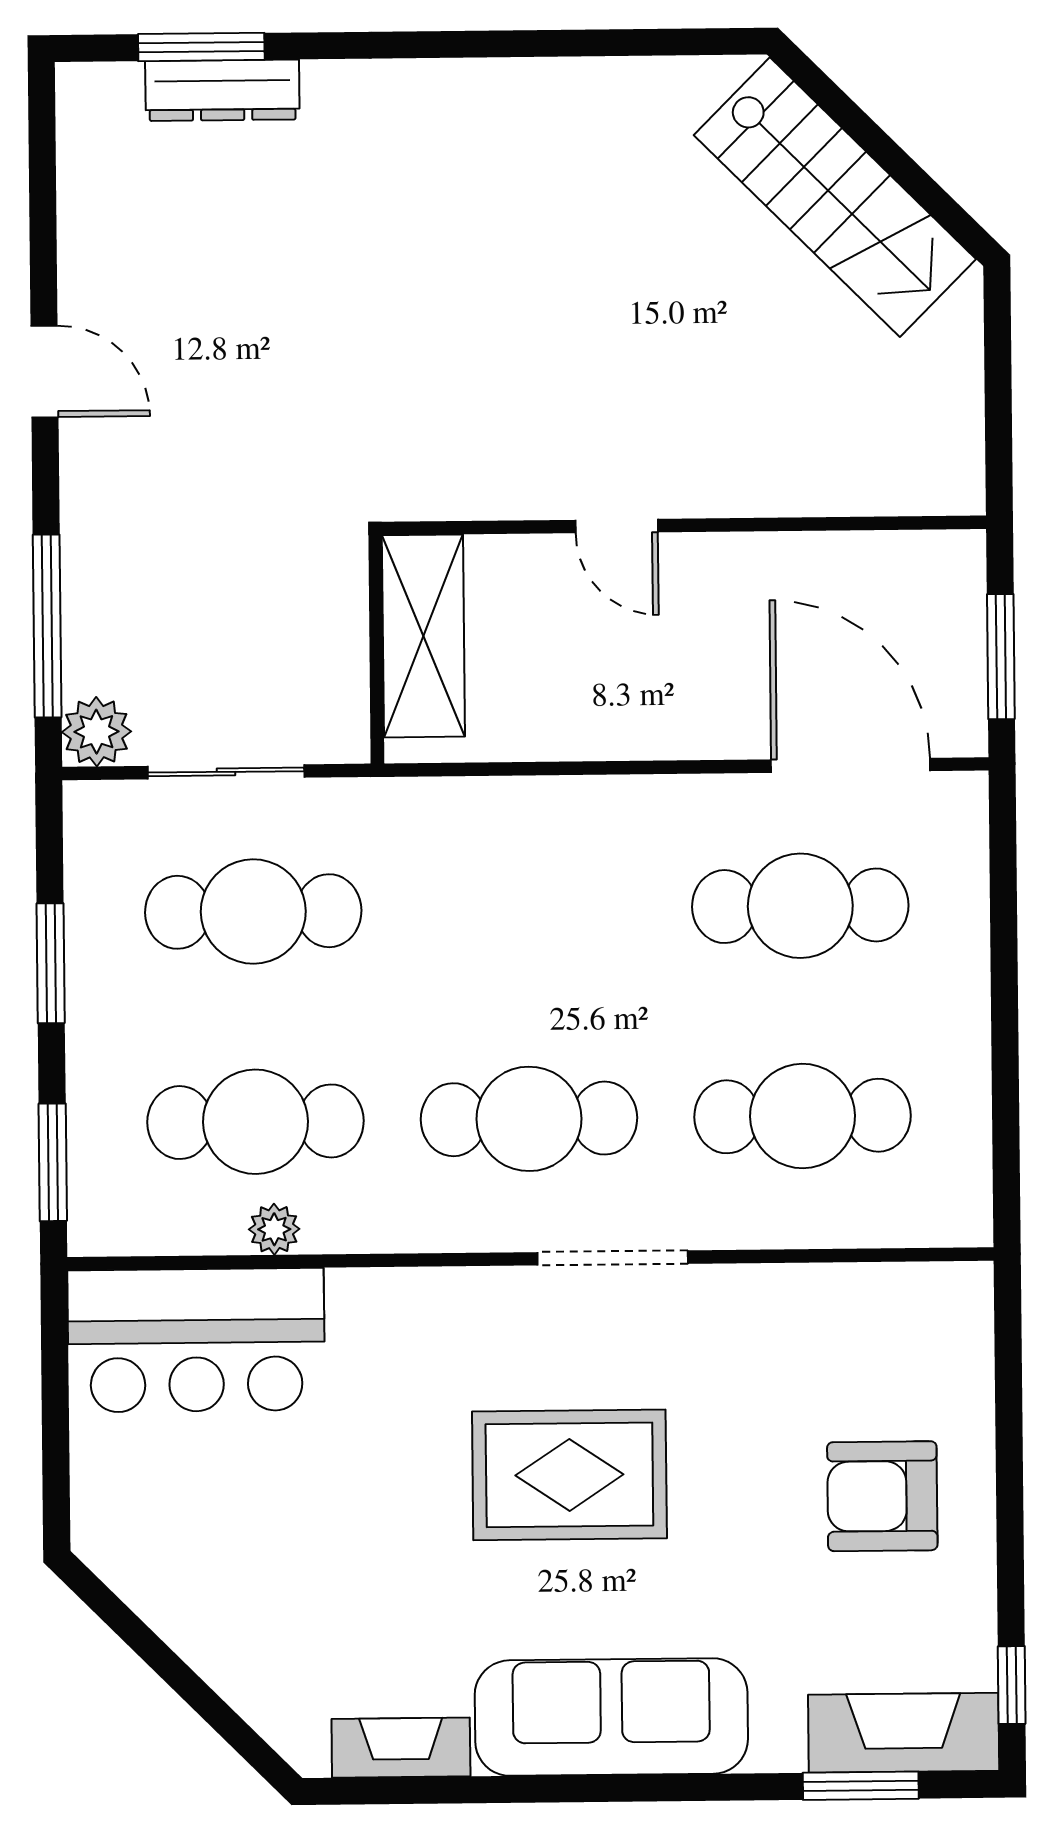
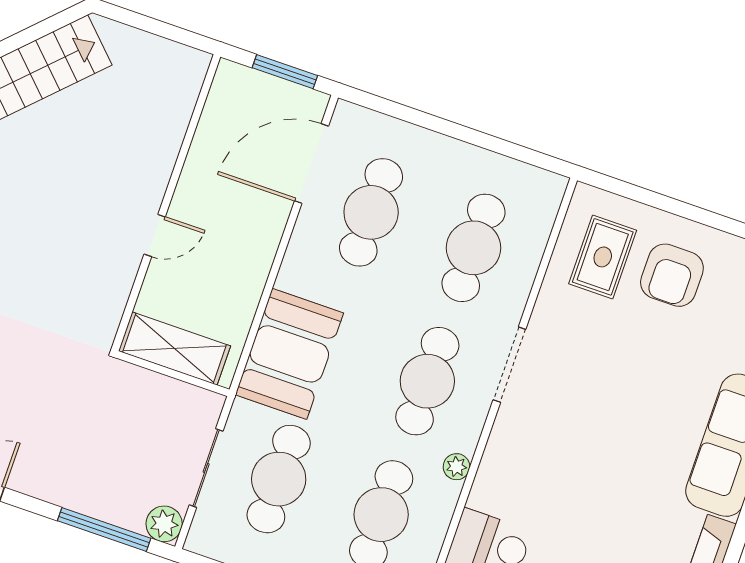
booth: (489, 849) -> (289, 354), added
plant: (274, 1229) -> (456, 467), moved
rug: (569, 1475) -> (603, 257), moved, width x0.73, depth x0.70

